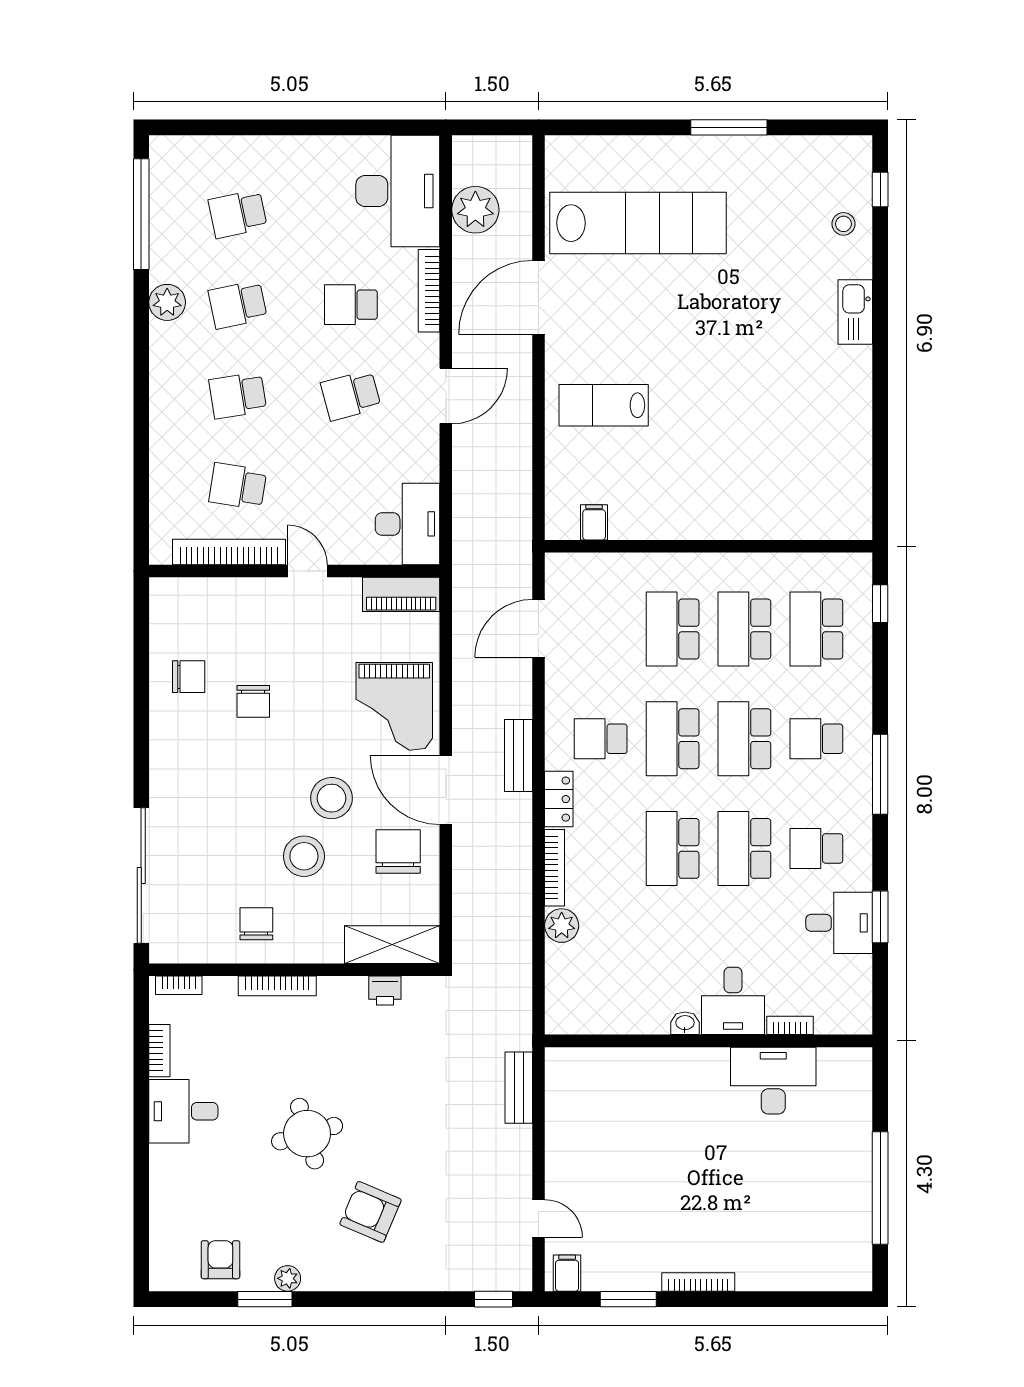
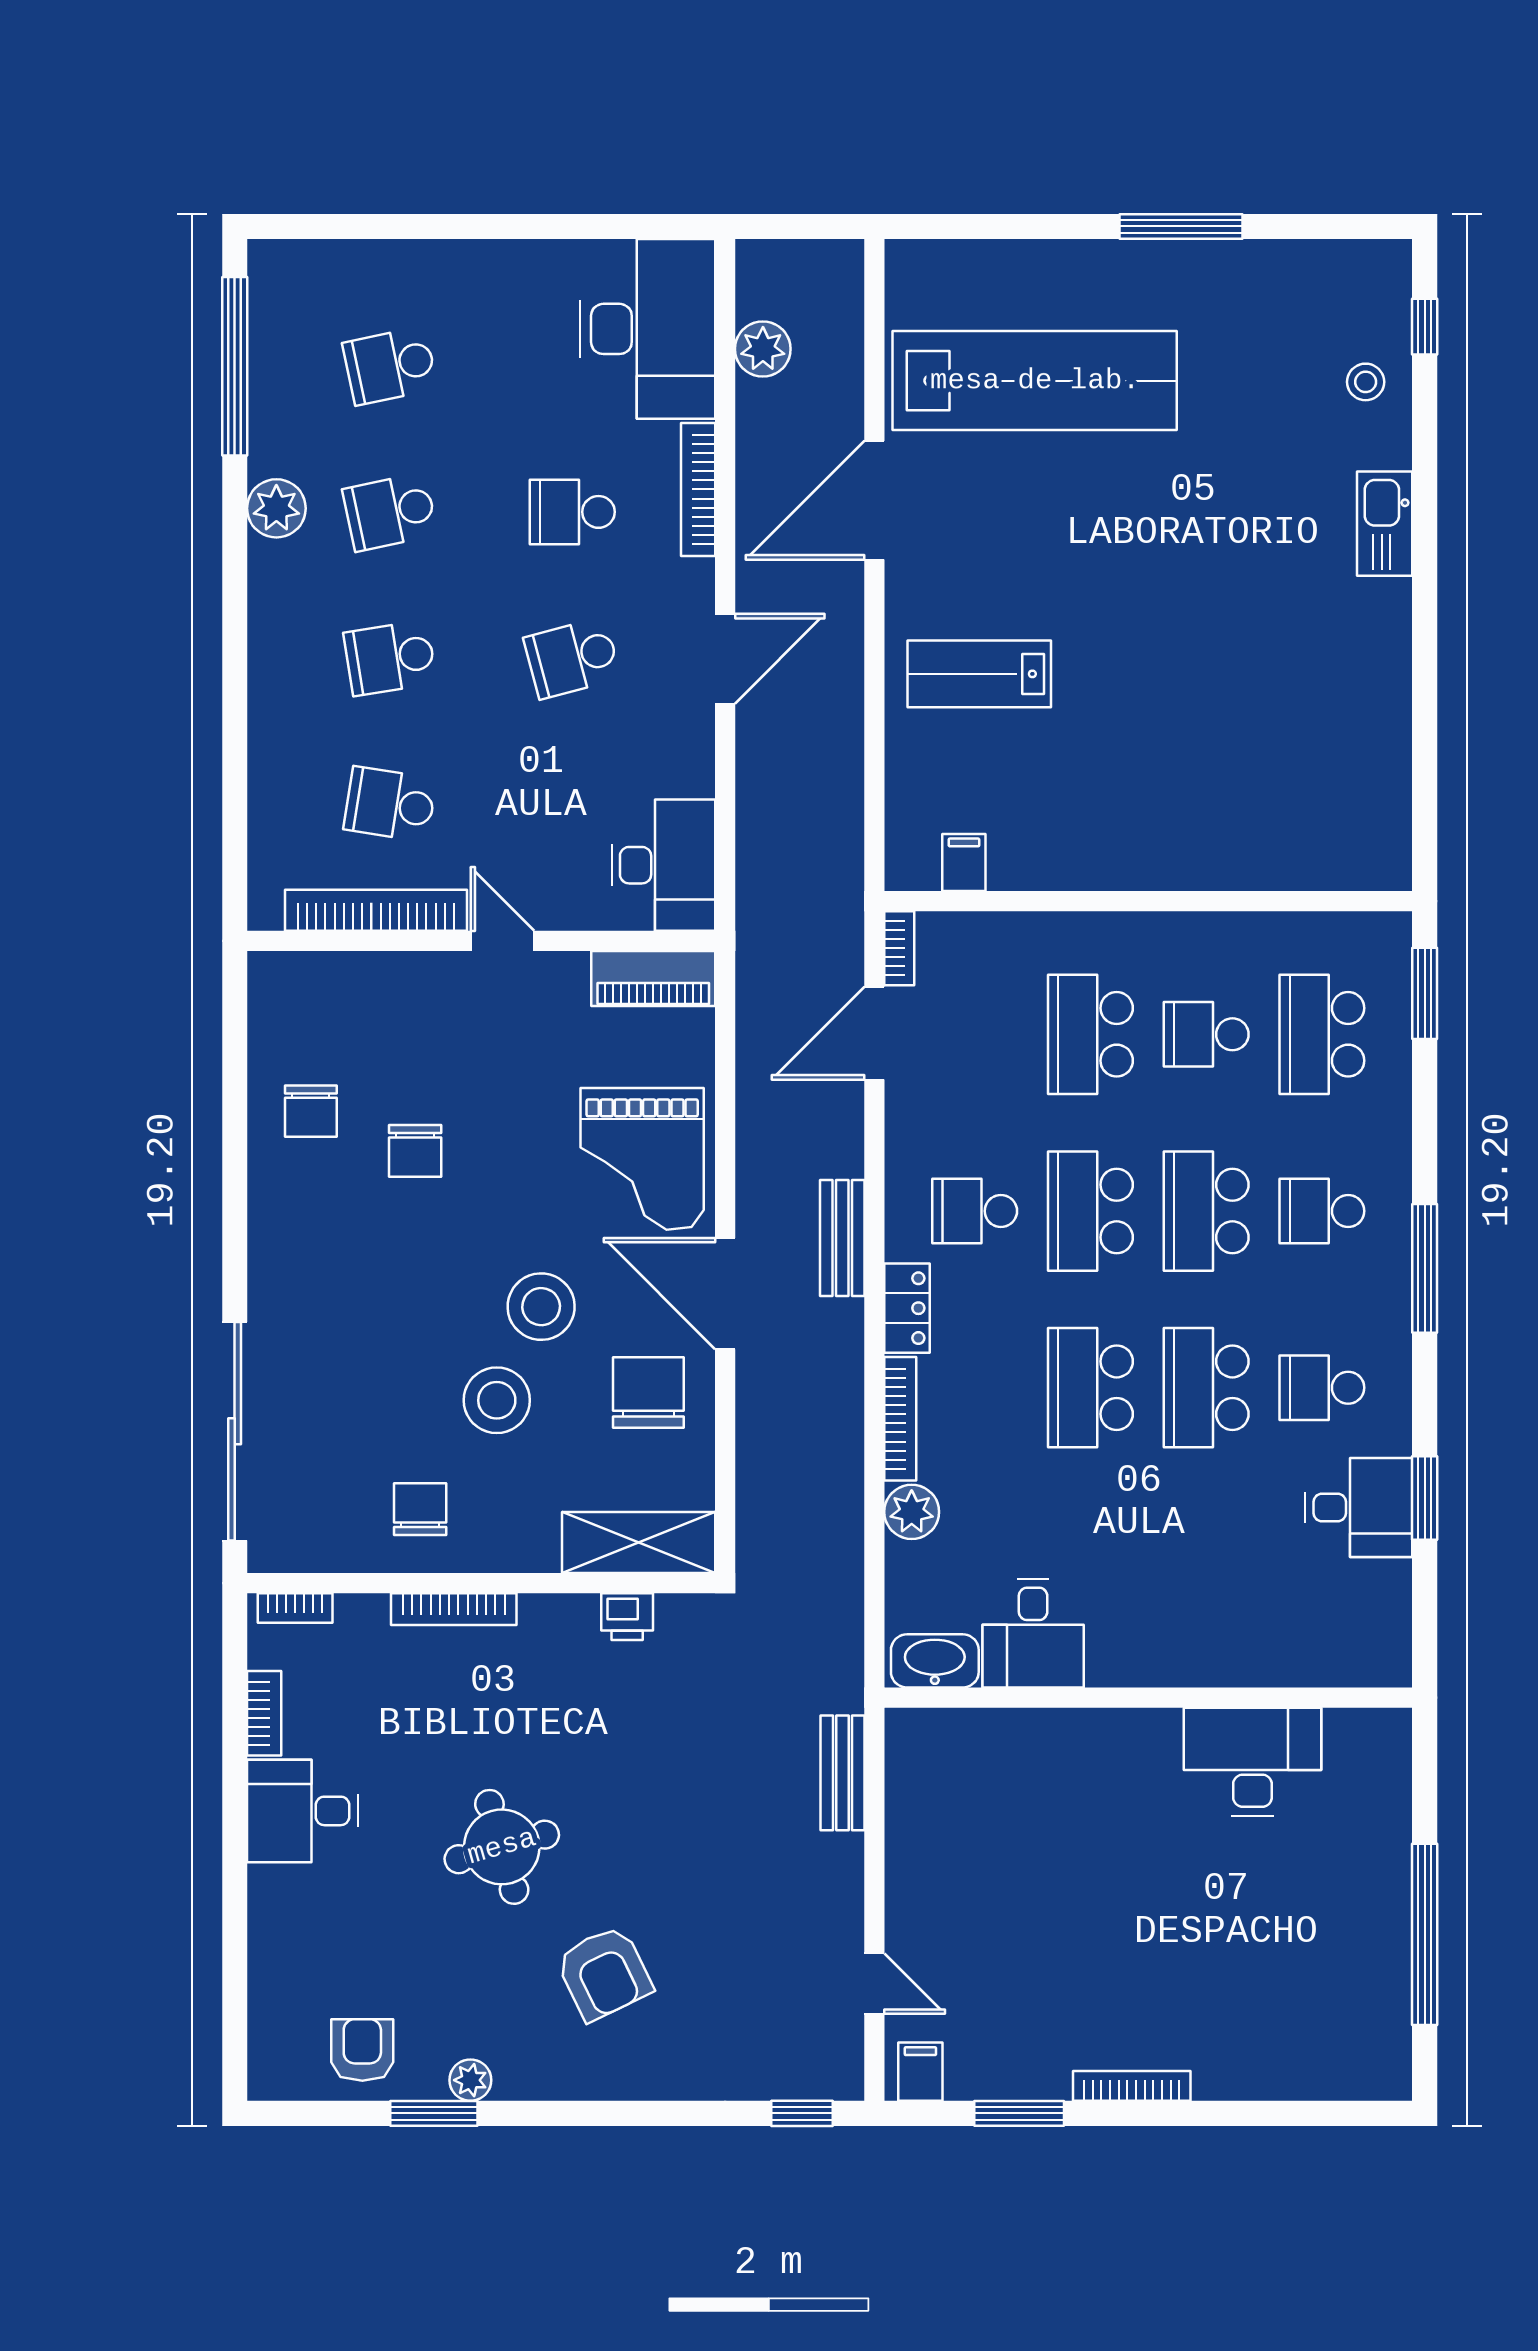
plant: (475, 210) -> (763, 349), width x0.73, depth x0.73
window: (880, 604) -> (1425, 993), width x1.50
school desk: (744, 629) -> (1206, 1034), width x0.54
chair: (189, 677) -> (311, 1111), turned 90
desk: (733, 1001) -> (1033, 1633), moved
washbasin: (685, 1023) -> (935, 1661), moved, width x1.91, depth x1.45
bookcase: (790, 1025) -> (899, 948), moved, turned 90
armchair: (371, 1212) -> (604, 1973), turned -139

